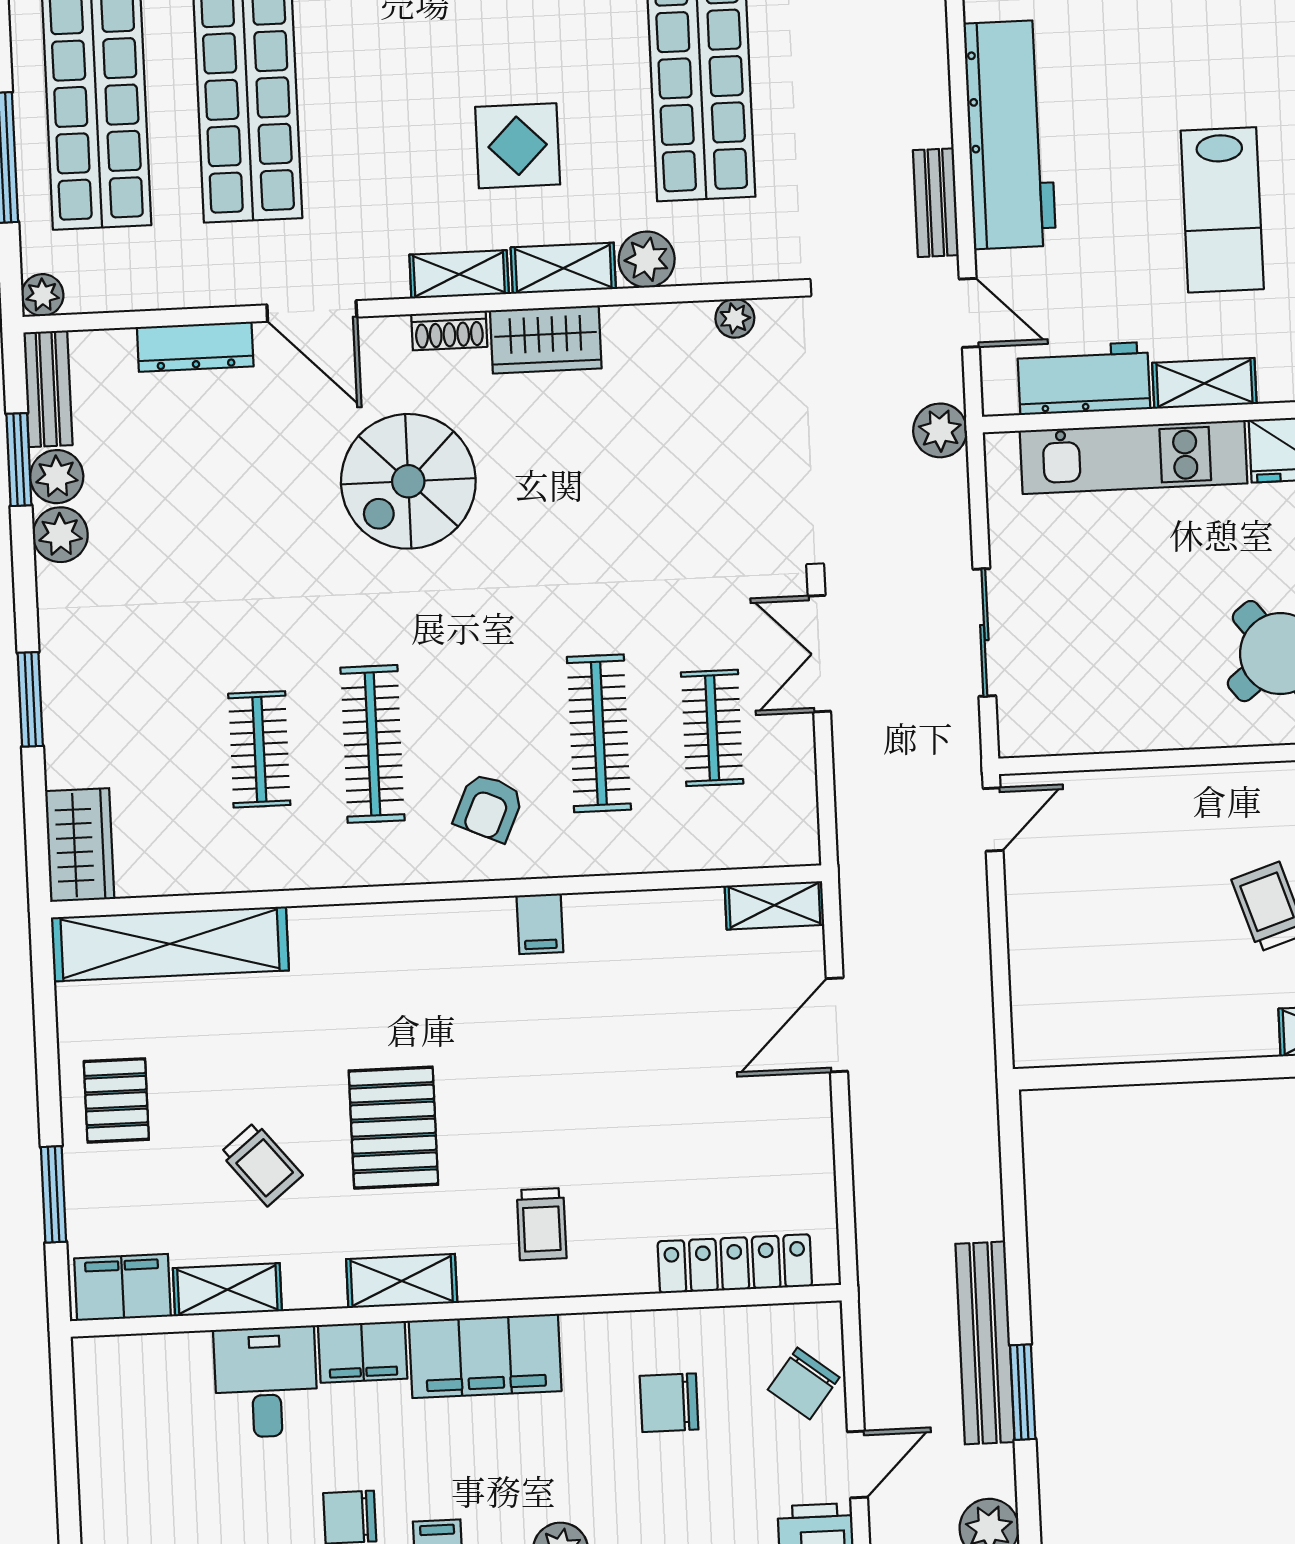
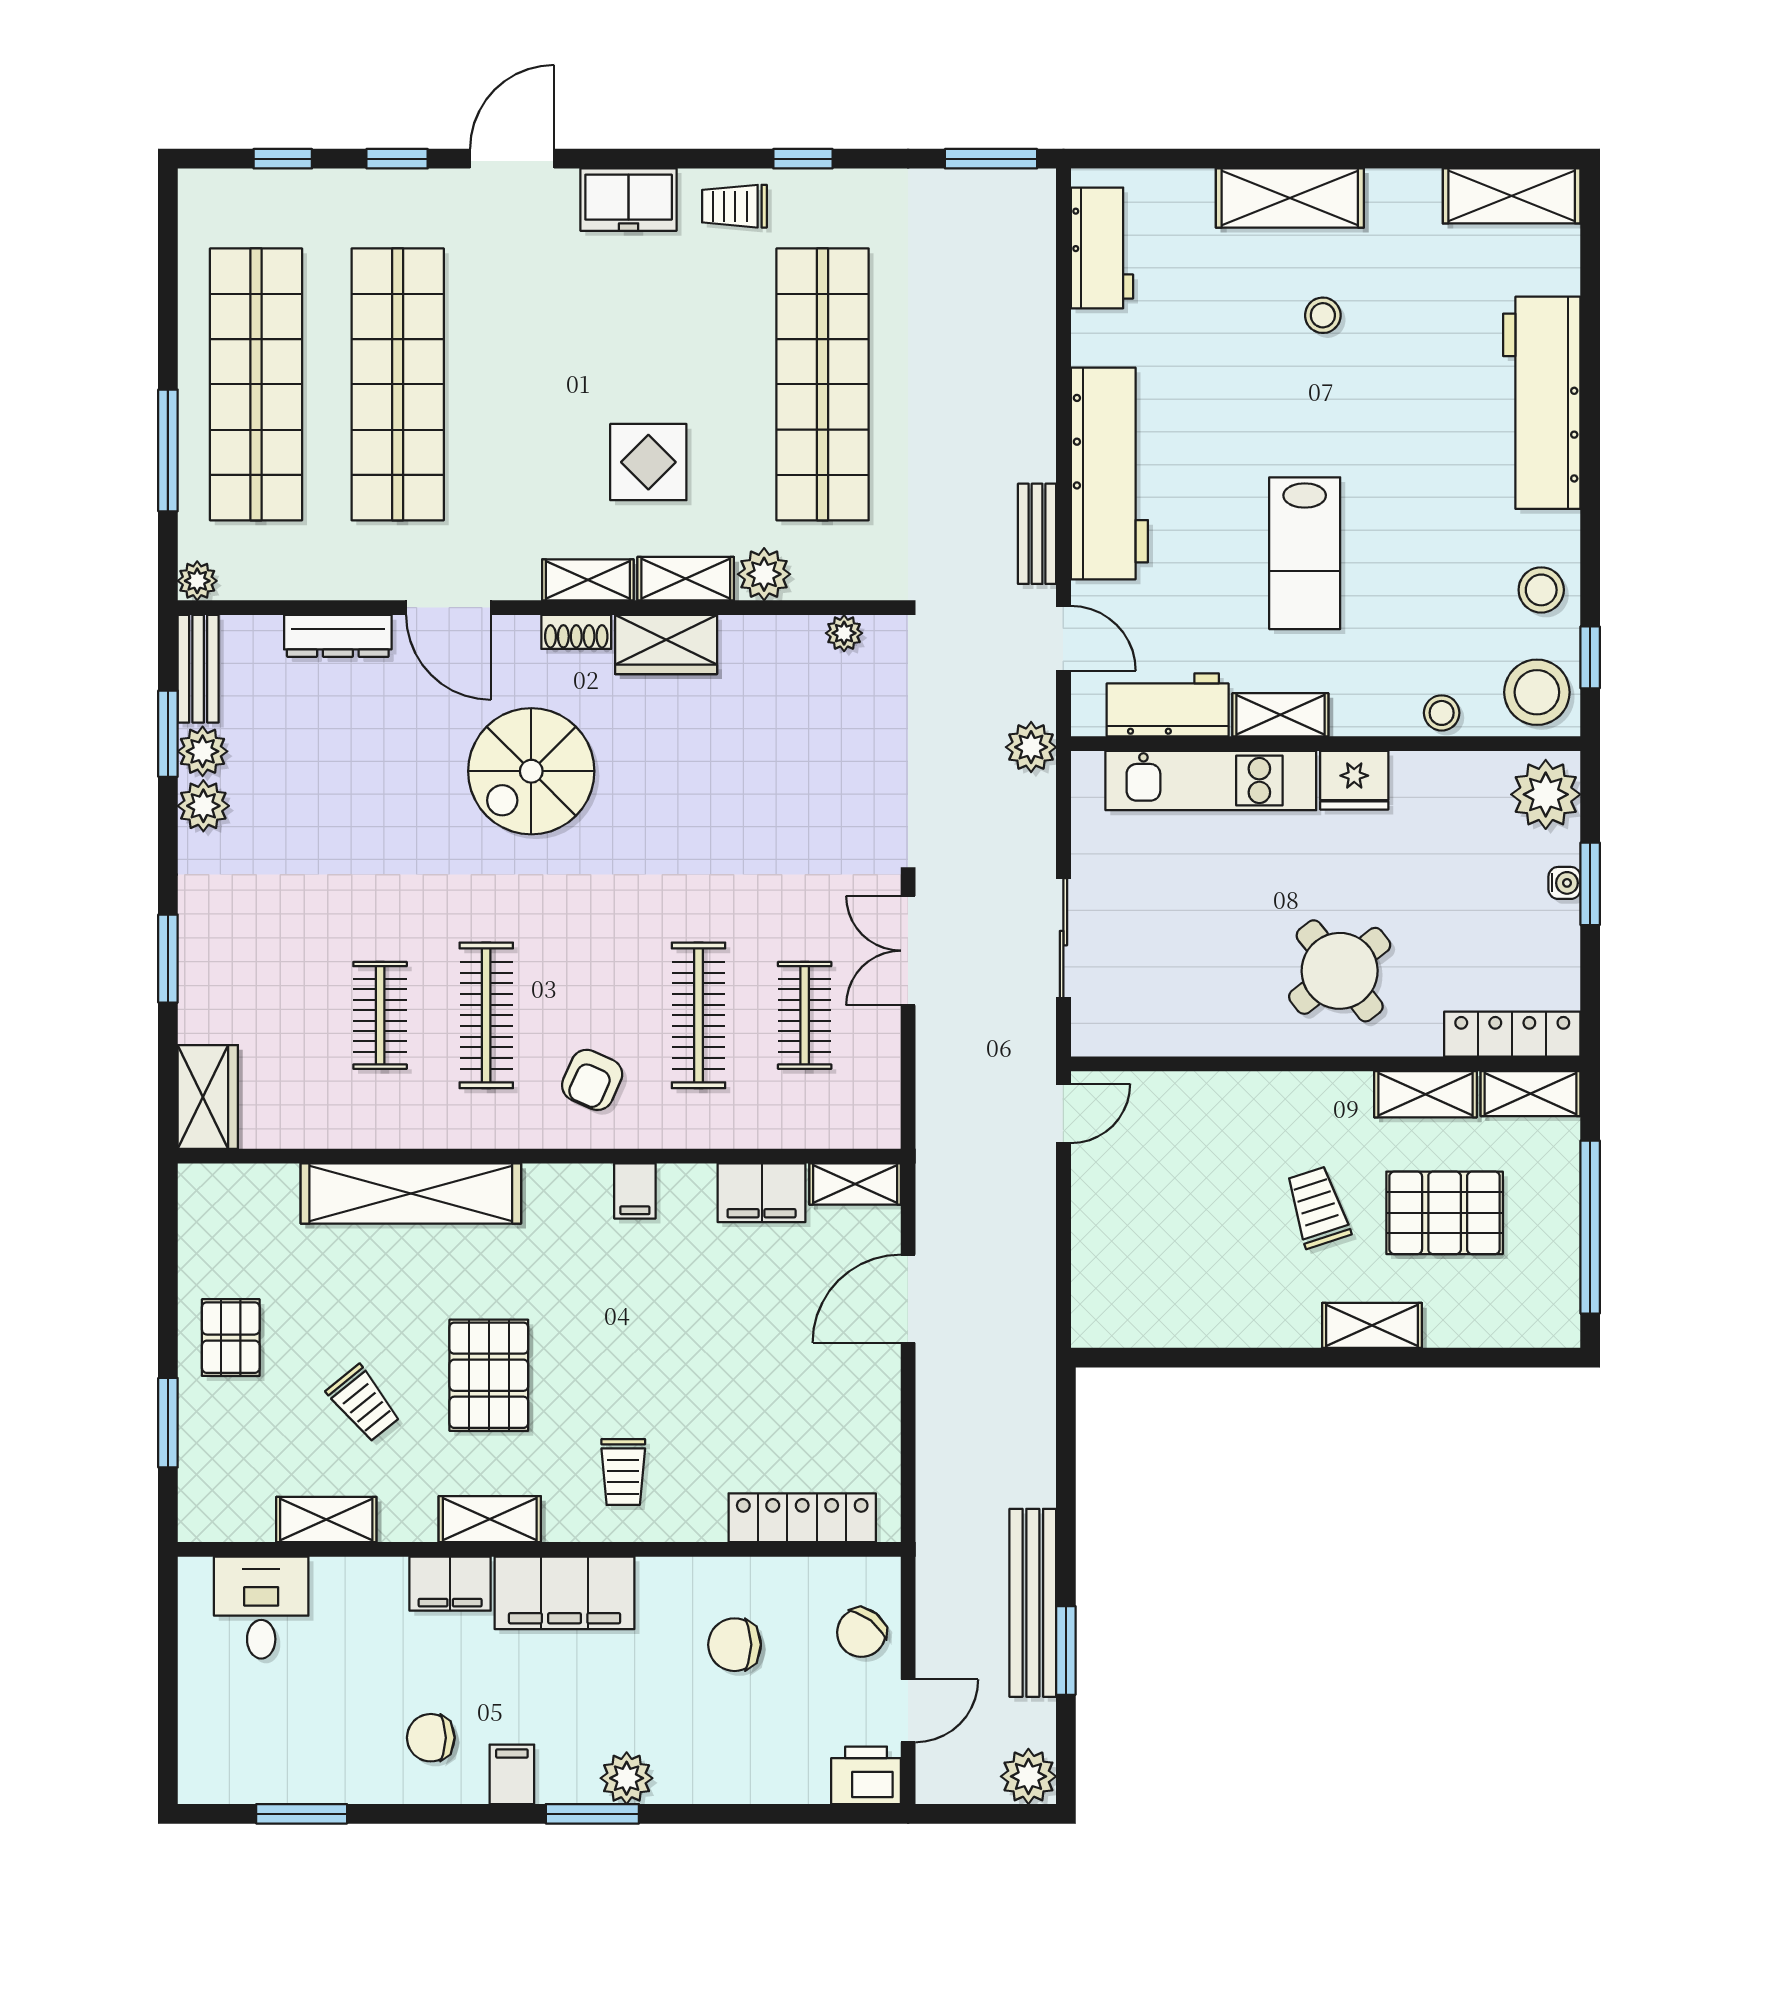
shelving: (170, 944) -> (411, 1193), moved
filing cabinet: (123, 1287) -> (762, 1193), moved, turned 180
desk: (266, 1382) -> (261, 1608), moved

